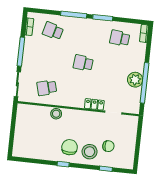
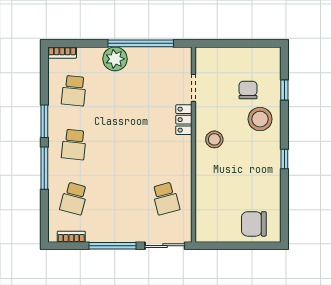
school desk: (83, 63) -> (74, 145), moved
plant: (135, 80) -> (115, 59), moved
stool: (56, 114) -> (214, 139), moved
chair: (70, 147) -> (254, 224), moved

